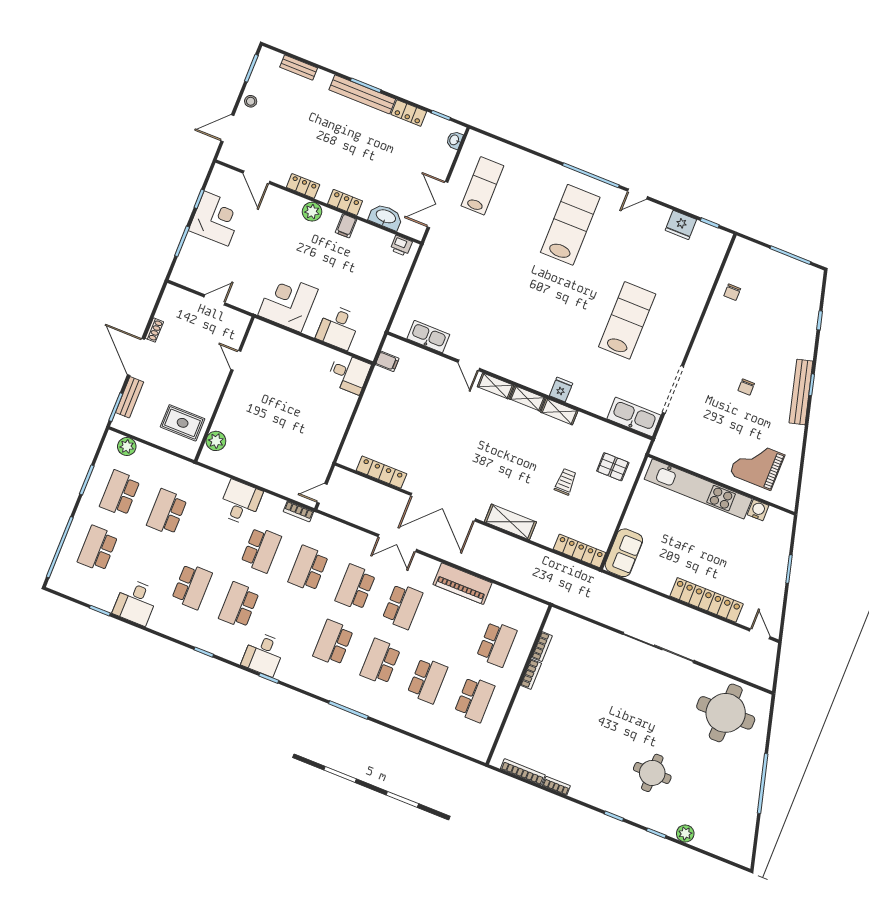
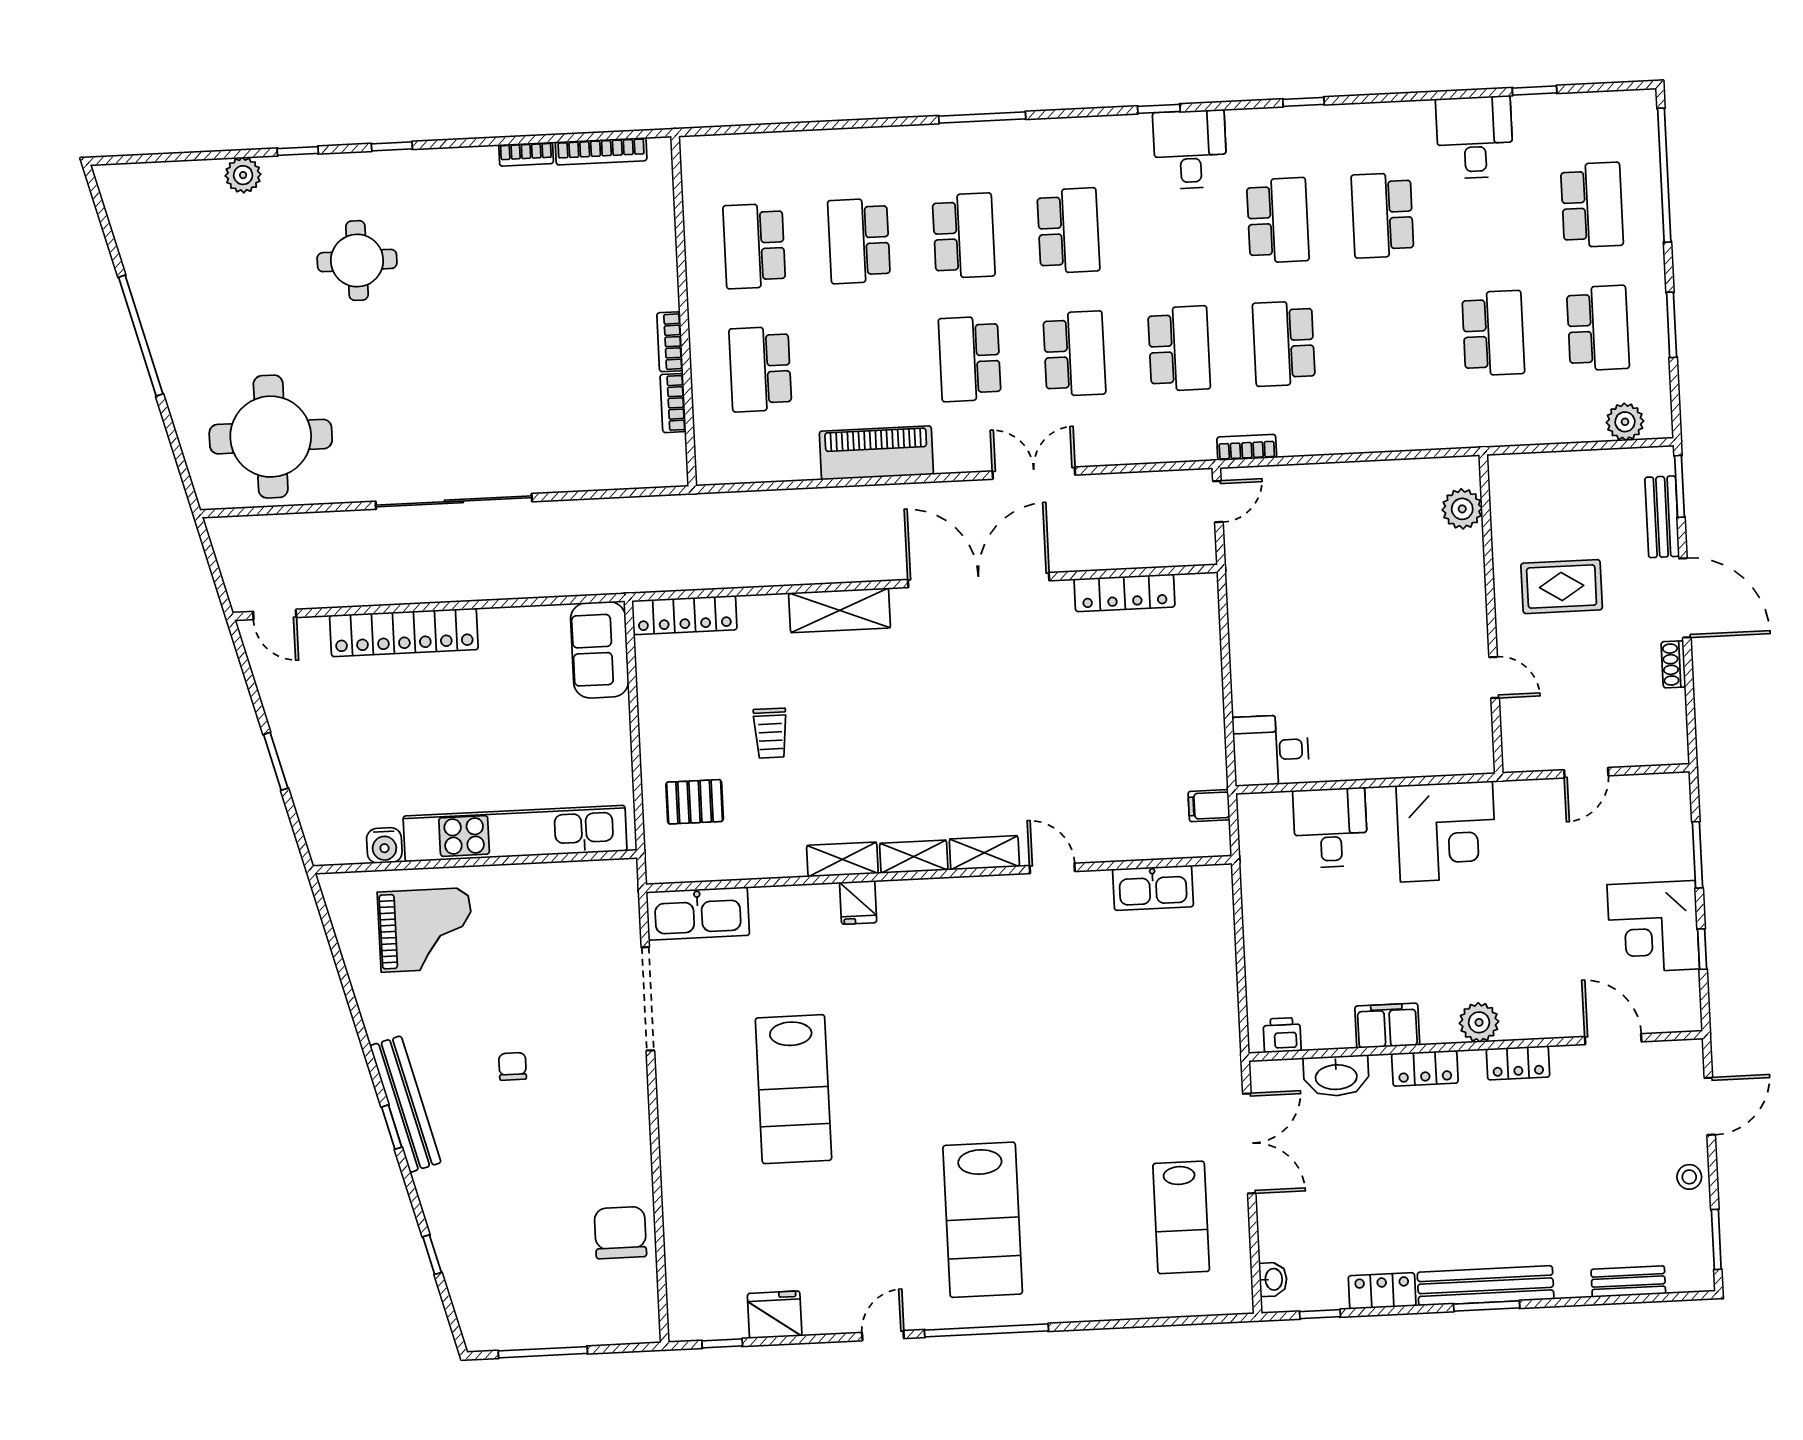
filing cabinet: (346, 226) -> (1387, 1026), width x2.00
chair: (732, 292) -> (620, 1233), width x1.87, depth x1.87
rug: (183, 423) -> (1562, 587), moved
desk: (240, 503) -> (1363, 414), removed

